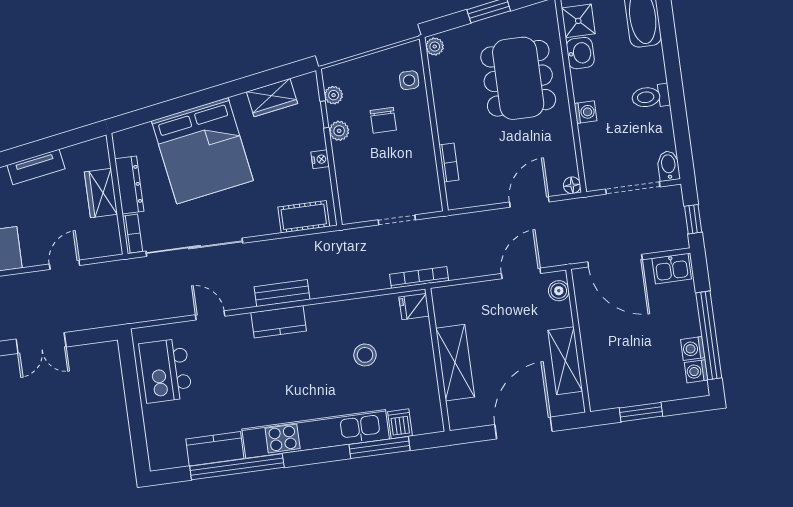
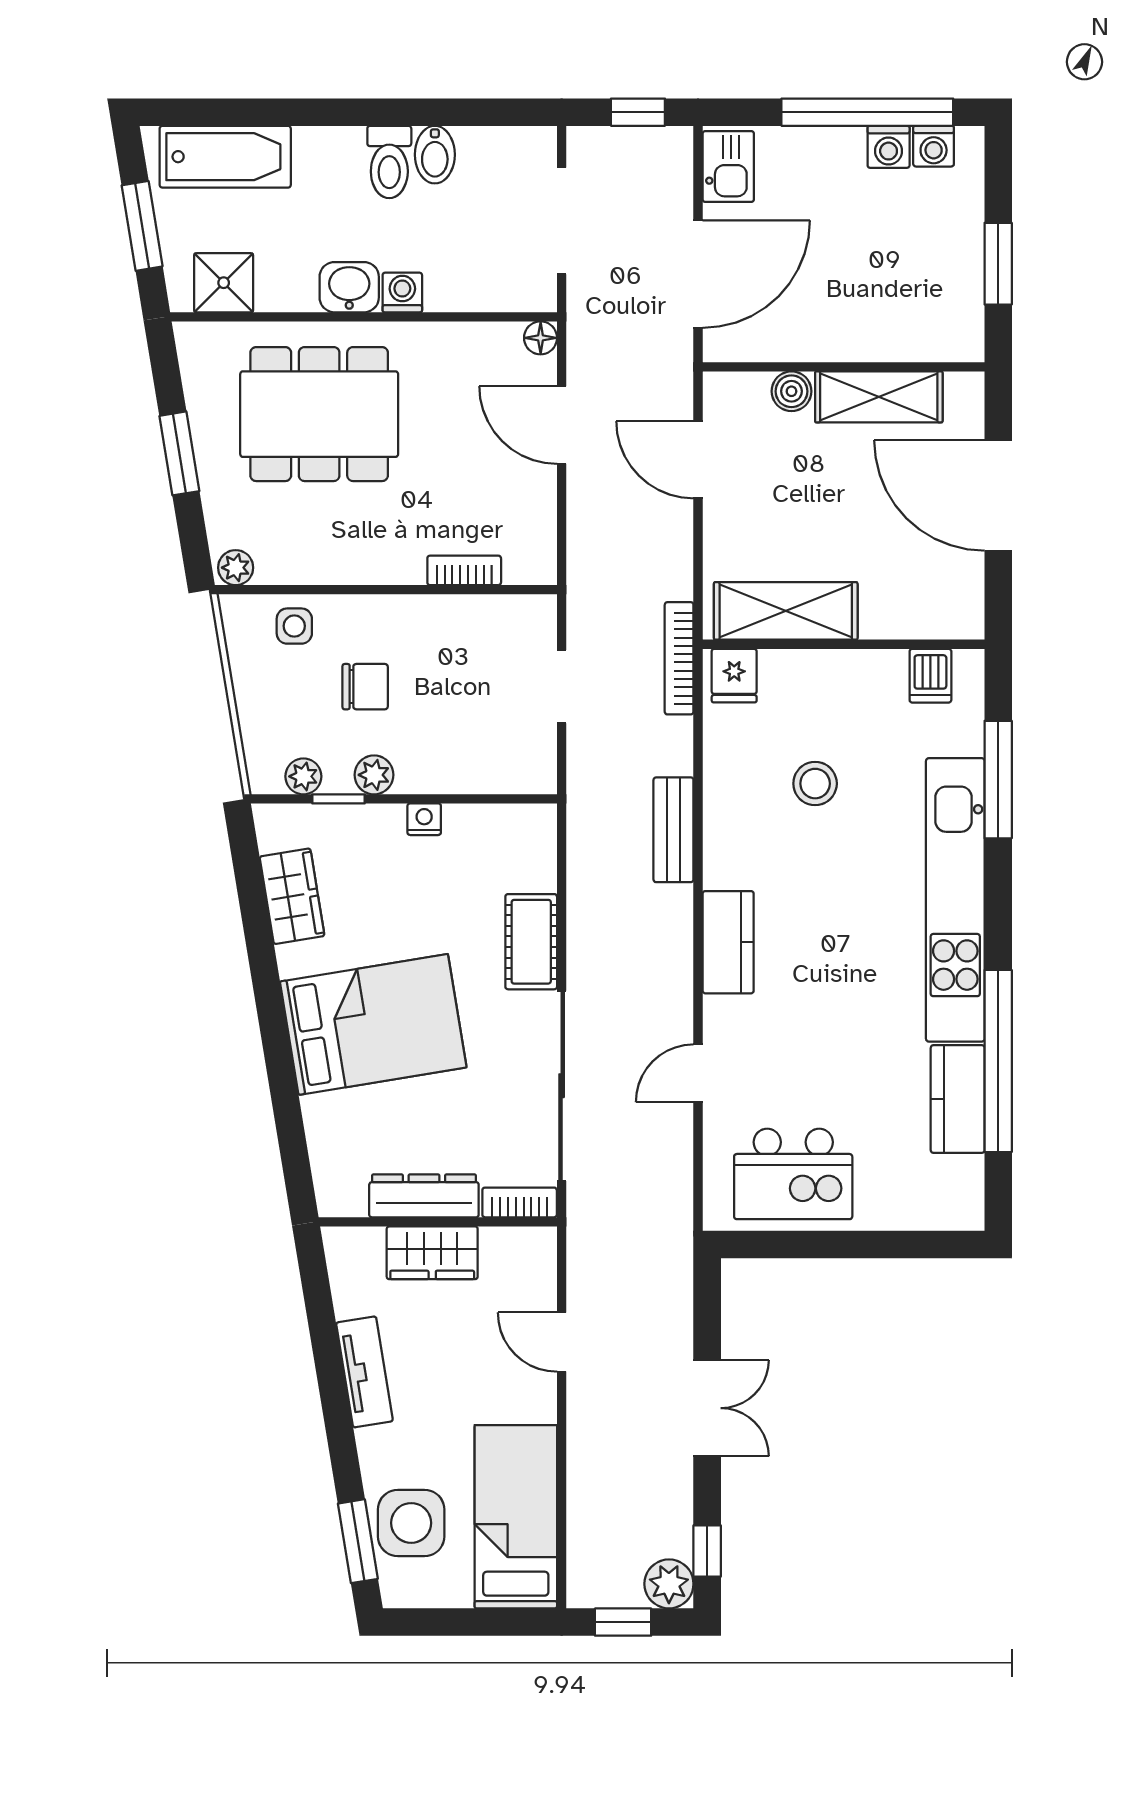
washbasin: (580, 53) -> (349, 287), moved
bed: (202, 151) -> (373, 1024), width x0.73
bidet: (669, 166) -> (435, 155), moved, turned -90
cot: (304, 217) -> (531, 942), moved
boiler: (559, 291) -> (791, 391), moved
bench: (282, 293) -> (673, 830), moved
shelving: (455, 363) -> (786, 611), moved
dishwasher: (400, 424) -> (930, 676), moved, turned -90

